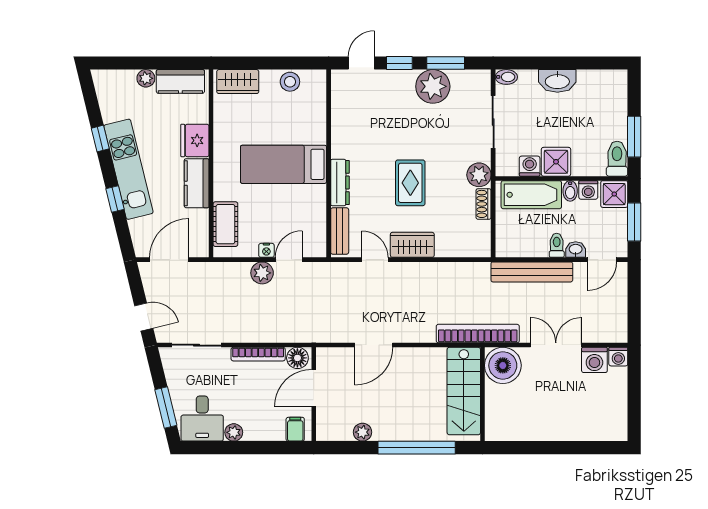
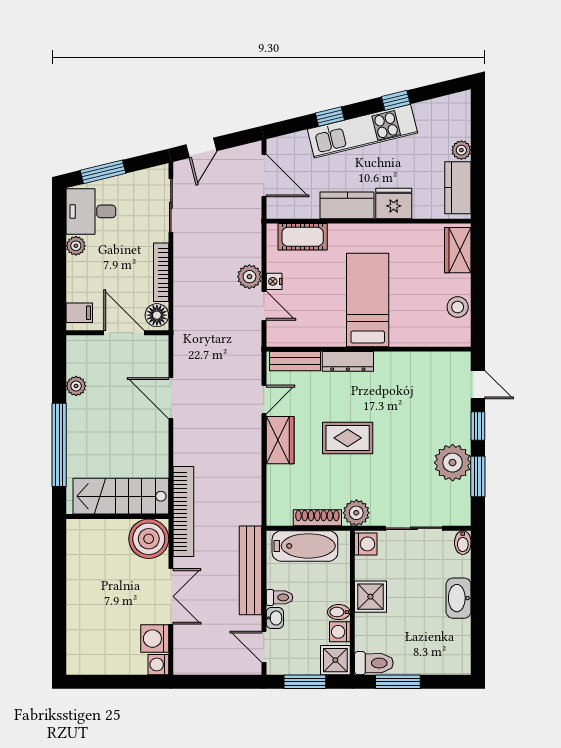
washing machine: (530, 166) -> (366, 544), moved
bathtub: (531, 195) -> (305, 546), moved, turned -90
shoe rack: (484, 204) -> (317, 518), width x1.43

